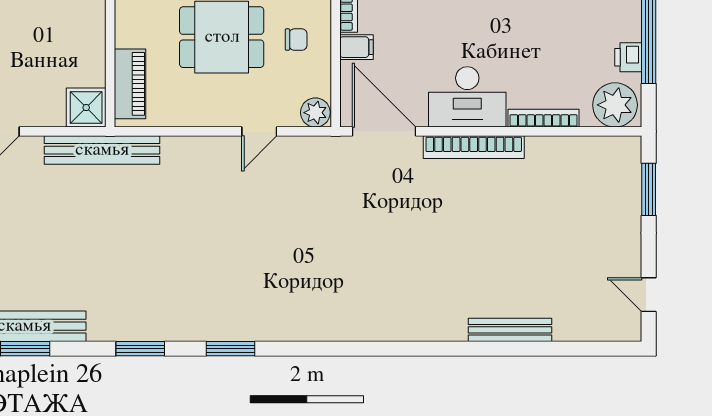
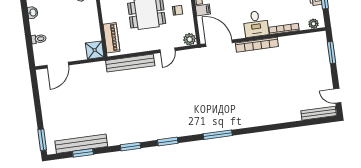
desk: (467, 97) -> (256, 24), width x0.73
plant: (615, 105) -> (313, 24), width x0.53, depth x0.53
bench: (102, 150) -> (130, 63), moved
bench: (510, 330) -> (319, 113), moved
window: (352, 349) -> (218, 135), added

